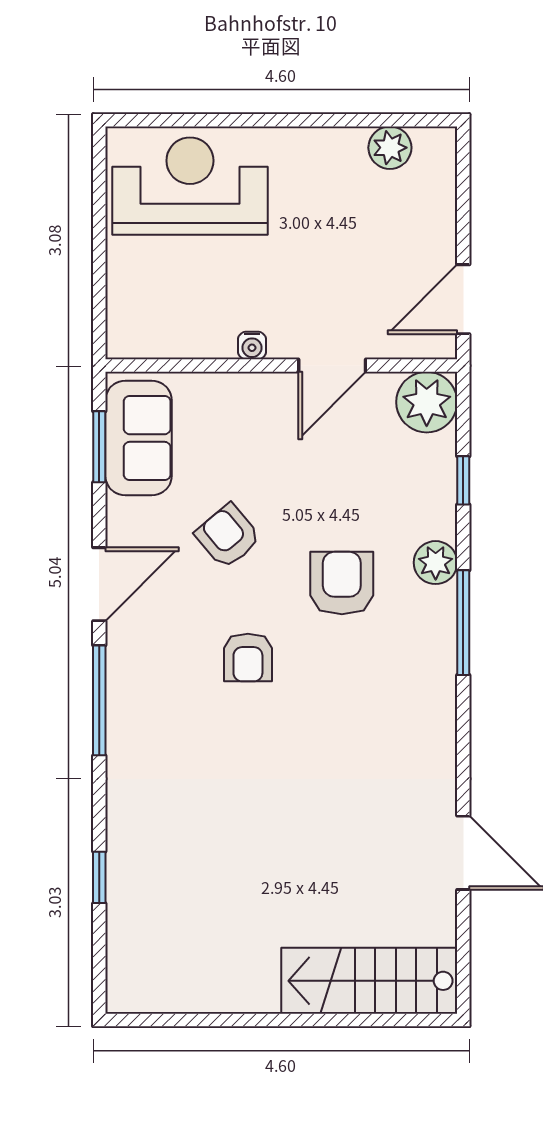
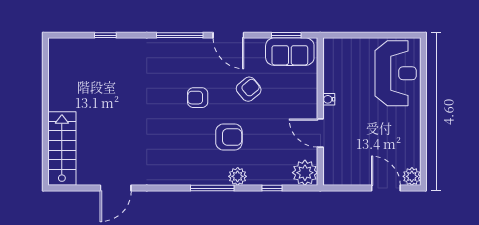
plant: (390, 148) -> (412, 176), moved
door: (463, 299) -> (386, 188), moved

